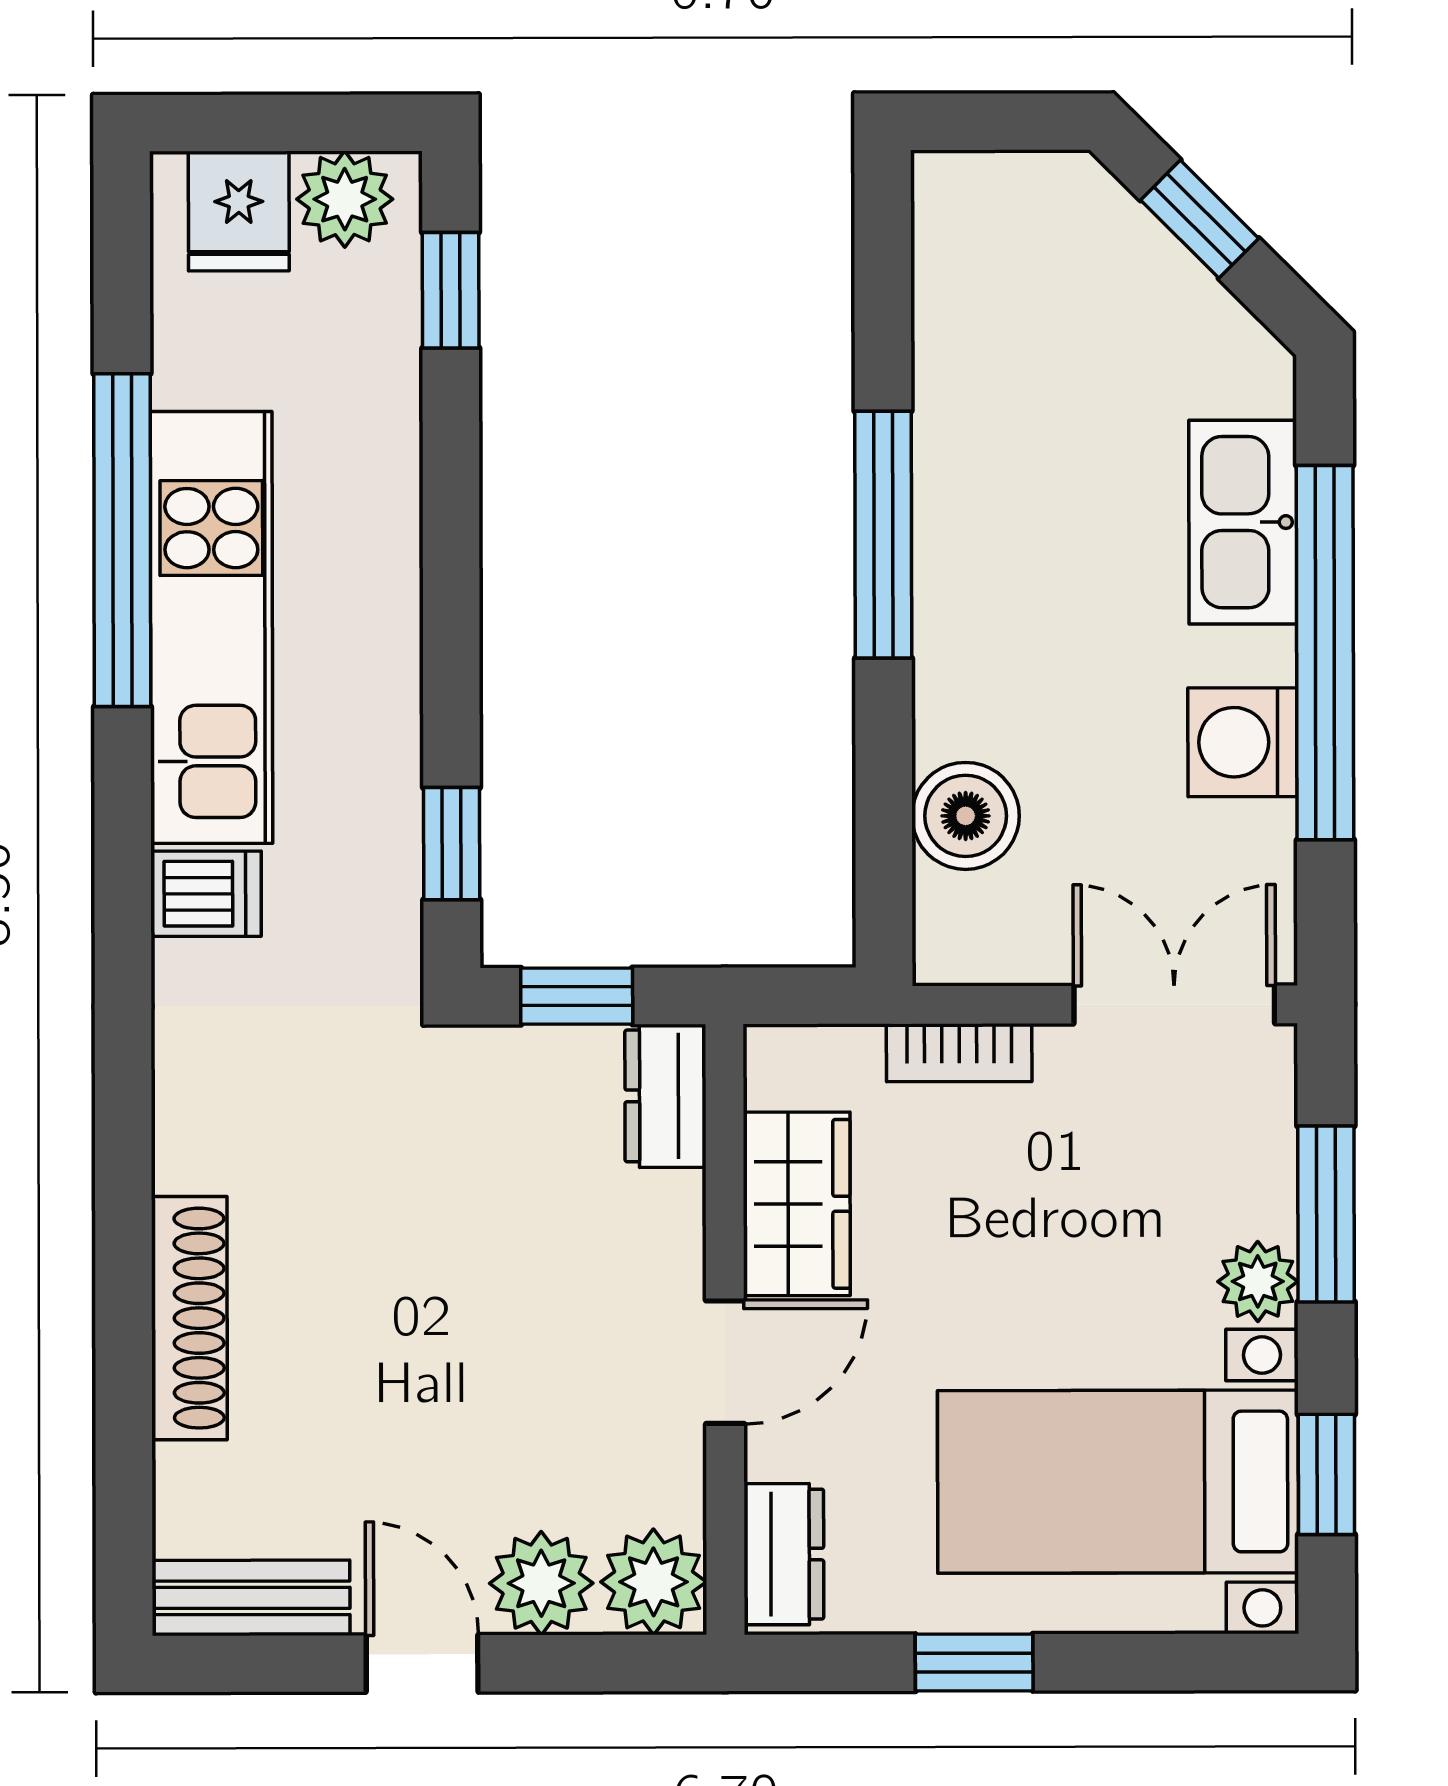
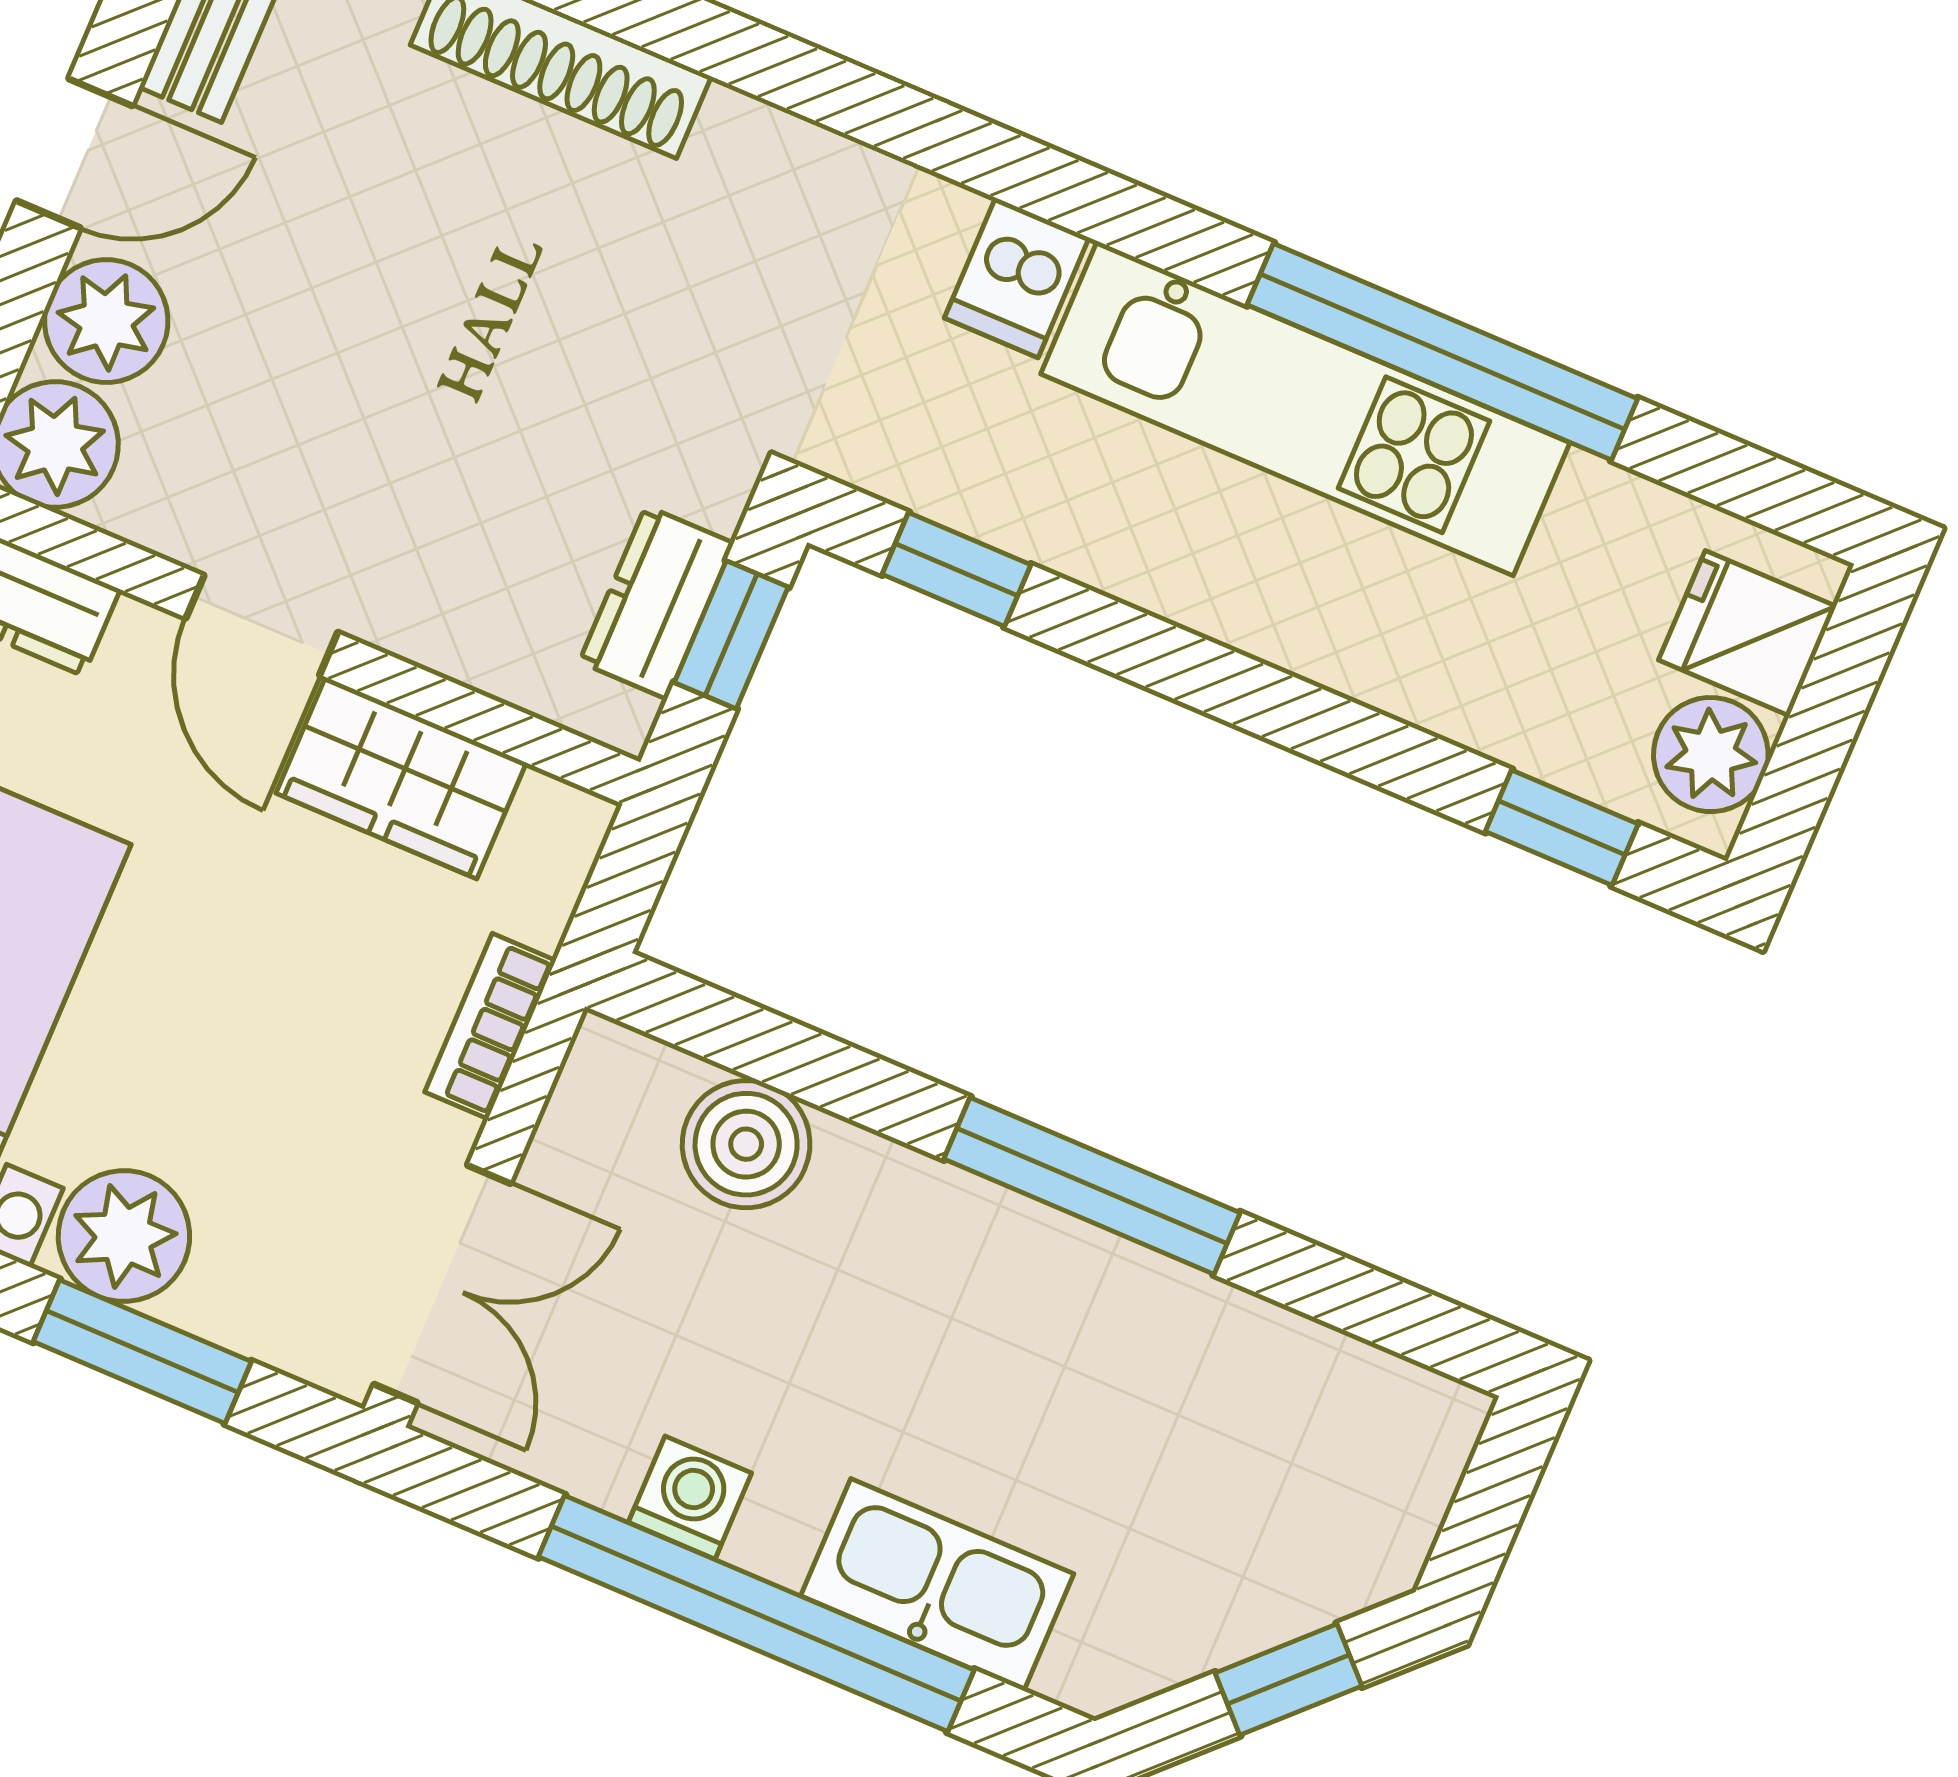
washing machine: (1242, 742) -> (690, 1498), width x0.73, depth x0.73
dresser: (665, 1096) -> (656, 602), moved, turned -90
plant: (1258, 1281) -> (124, 1236), width x1.38, depth x1.38

